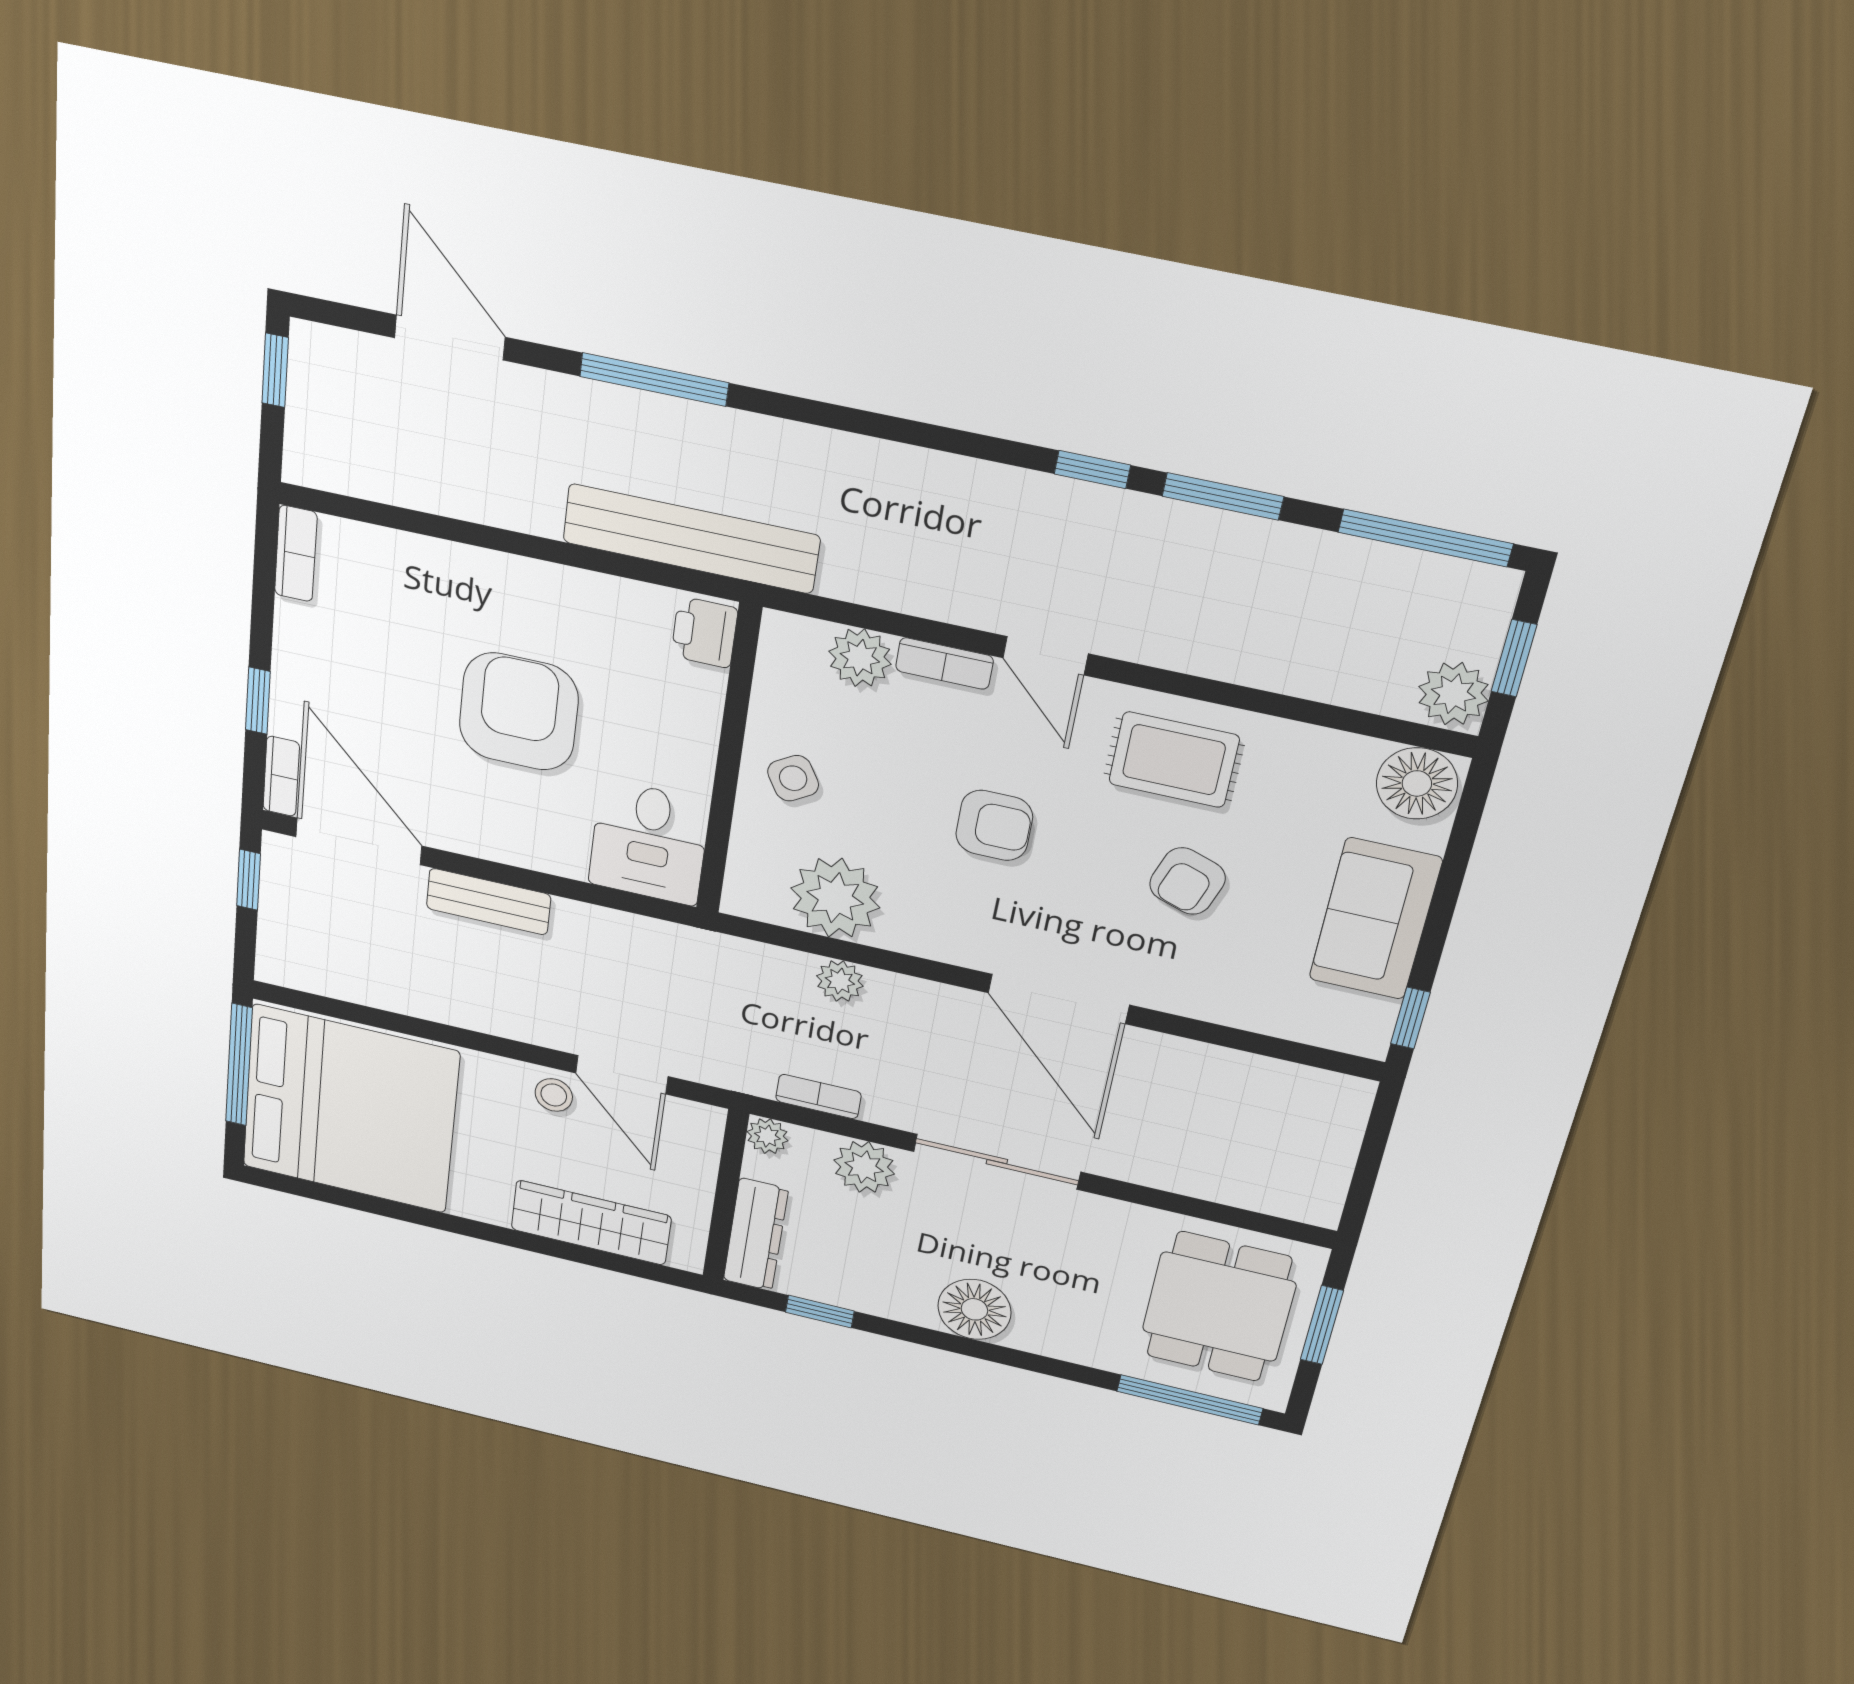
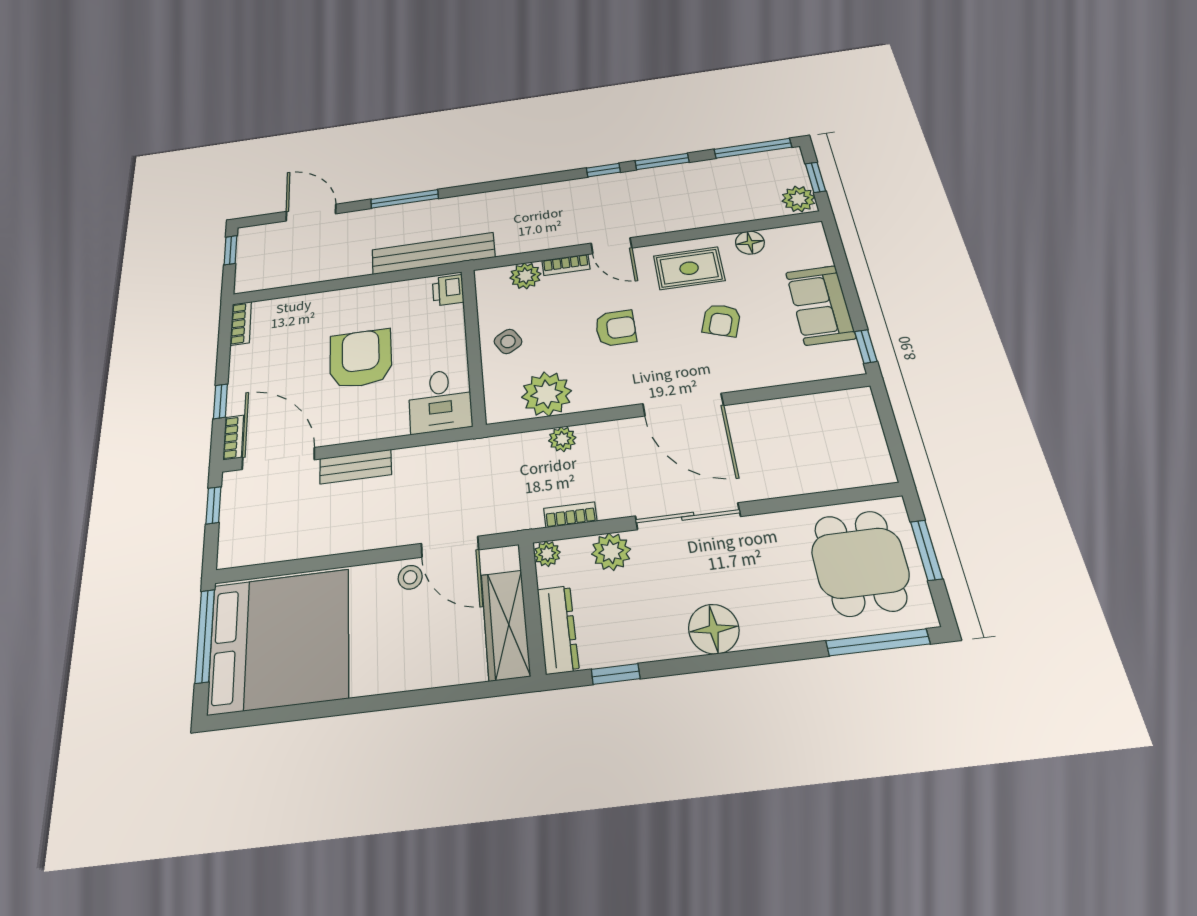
floor lamp: (1417, 783) -> (750, 243), moved, width x0.73, depth x0.73
wardrobe: (591, 1223) -> (505, 625), moved, turned -90

